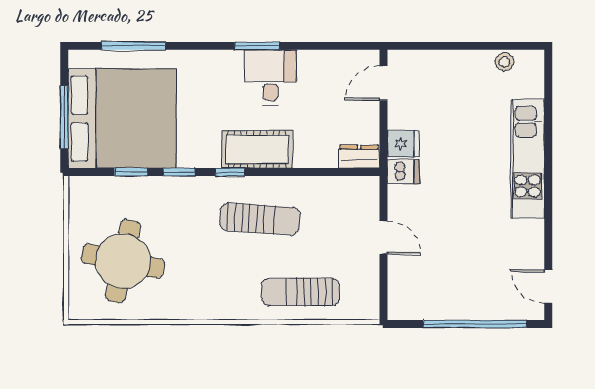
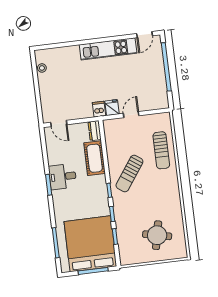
fridge: (403, 144) -> (112, 108), moved
cot: (257, 149) -> (95, 158), moved
kitchen unit: (528, 159) -> (108, 49), moved
sun lounger: (260, 219) -> (129, 174), turned -149
round table: (123, 261) -> (157, 235), width x0.73, depth x0.73

